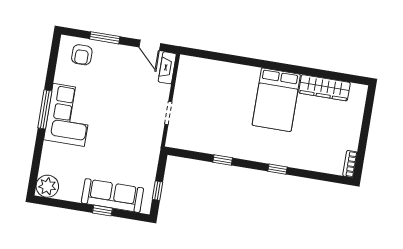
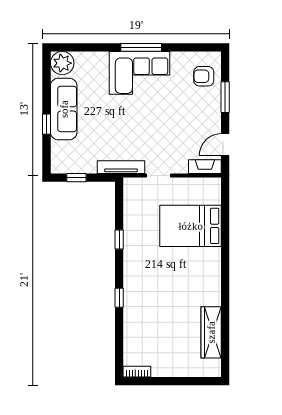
bed: (276, 100) -> (191, 226), moved
tv unit: (155, 147) -> (121, 167), added
sofa: (112, 196) -> (64, 109), moved

